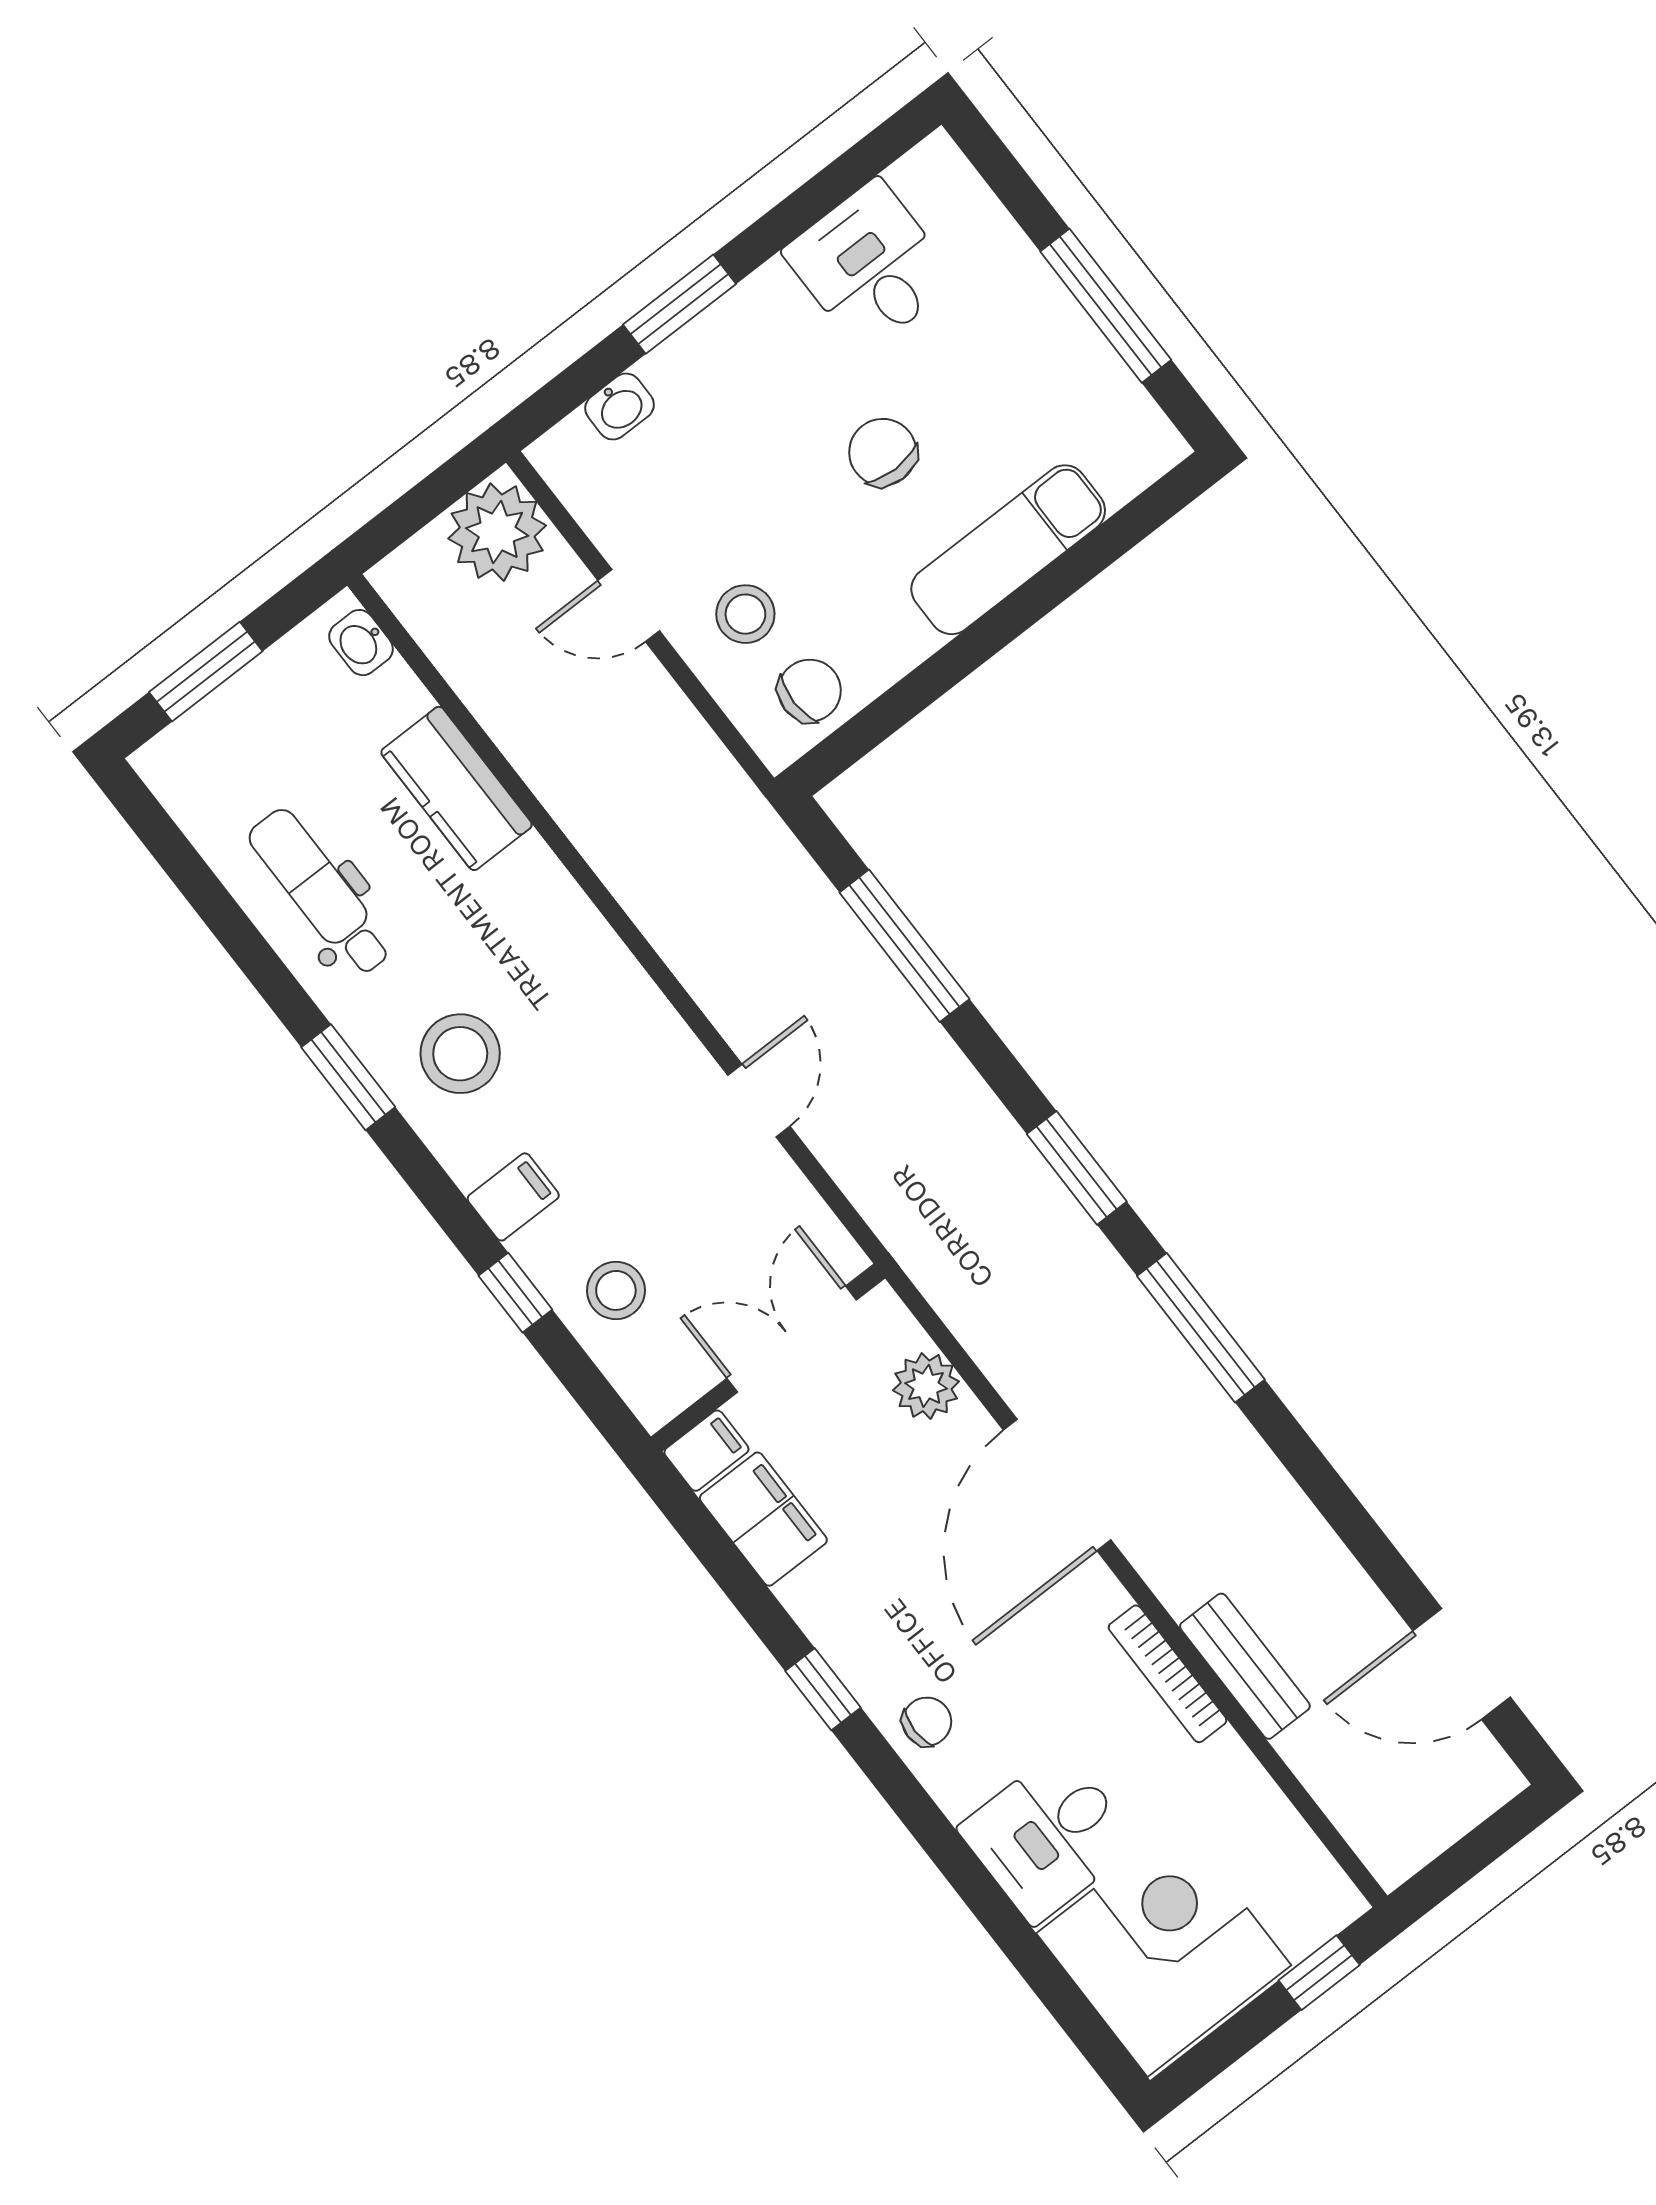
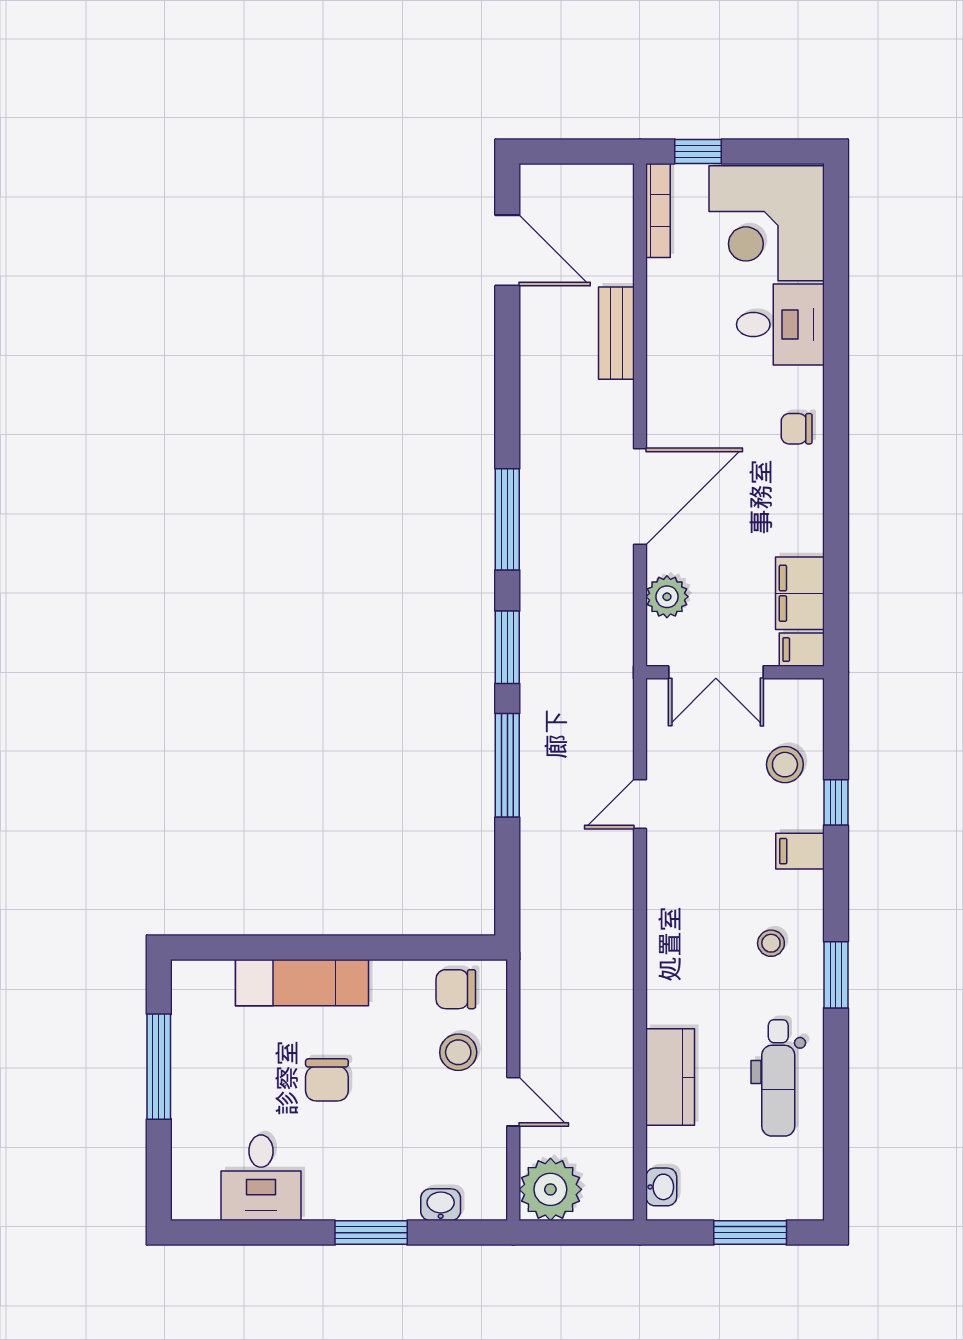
window: (904, 946) -> (507, 765), moved
stool: (460, 1054) -> (771, 943), width x0.53, depth x0.53
bookcase: (1167, 1674) -> (658, 211), moved
window: (823, 1689) -> (836, 485), removed

